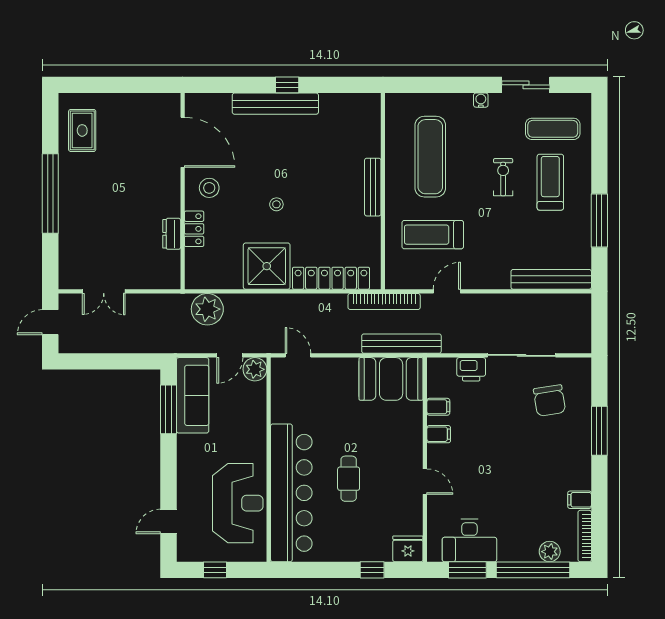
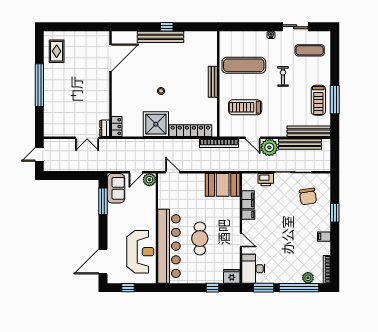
door: (183, 142) -> (111, 58), hinge flipped
exercise mat: (430, 157) -> (244, 65), turned 90
treadmill: (550, 182) -> (318, 100), moved, turned 180
stool: (209, 188) -> (125, 82), removed
locker: (194, 229) -> (117, 127), moved
dresser: (172, 234) -> (105, 128), moved
double door: (104, 291) -> (87, 138), moved
door: (447, 291) -> (253, 138), swing flipped
plant: (207, 309) -> (269, 147), moved
bench: (401, 344) -> (300, 144), moved
sofa: (193, 395) -> (116, 188), width x0.73
filing cabinet: (438, 407) -> (248, 200), width x2.00
window: (599, 431) -> (335, 213), width x0.69
cafe table: (349, 479) -> (200, 239), width x1.37, depth x1.35
filing cabinet: (580, 500) -> (324, 237), moved
door: (168, 521) -> (103, 262), width x1.88
desk: (469, 541) -> (253, 269), moved, turned 90

